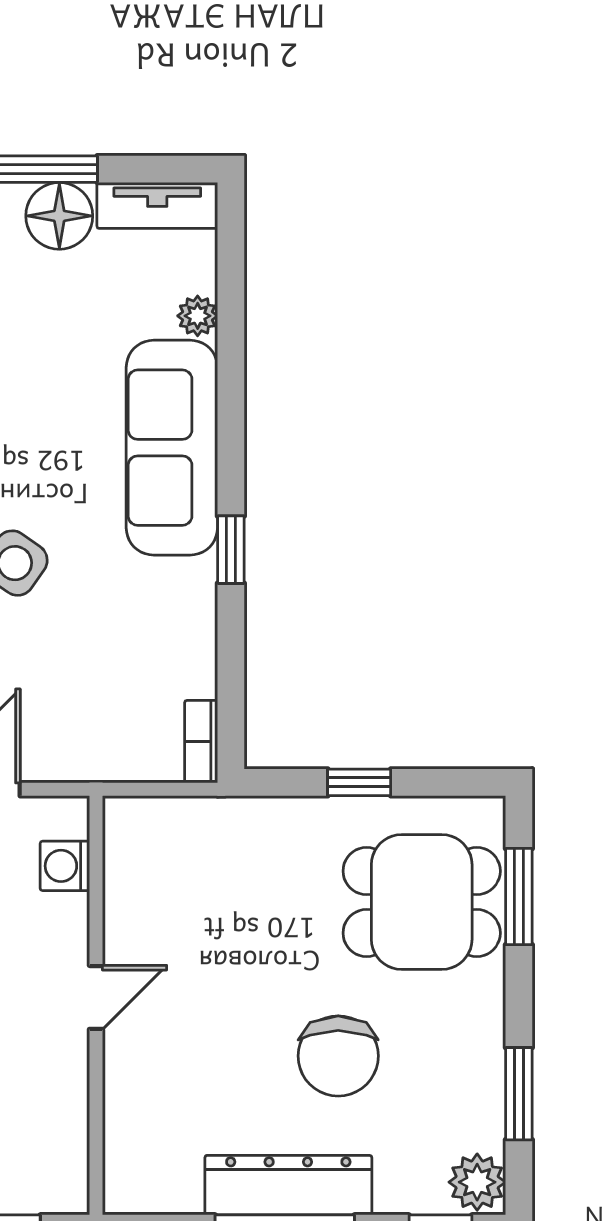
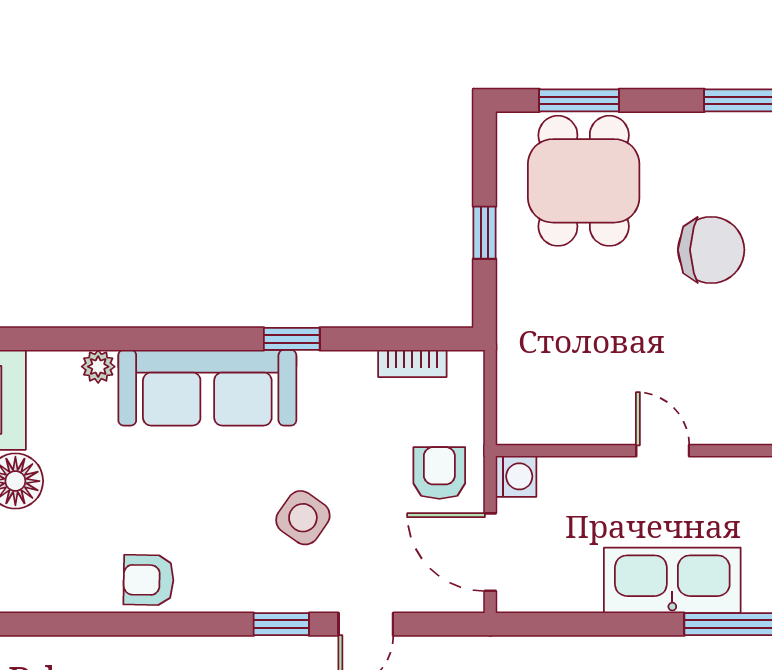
armchair: (69, 728) -> (439, 473), added
bookcase: (201, 742) -> (412, 364), moved
washing machine: (65, 866) -> (516, 476), moved, turned -90

